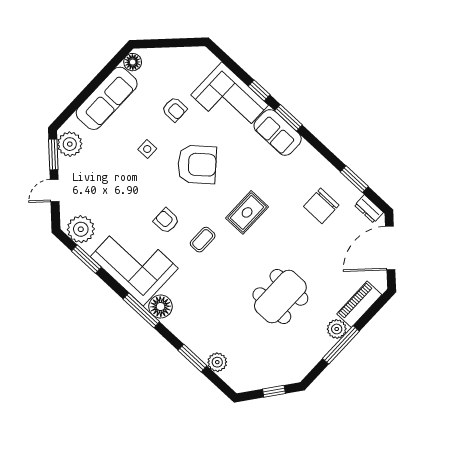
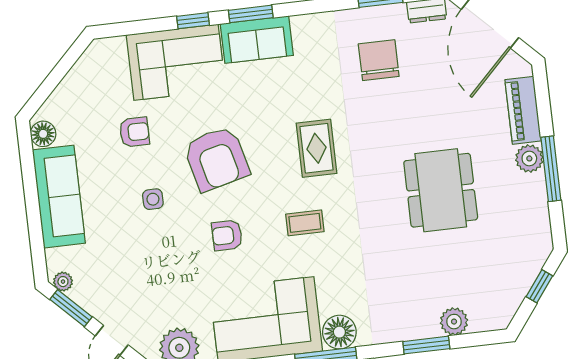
plant: (70, 144) -> (63, 282), width x0.53, depth x0.53
armchair: (197, 164) -> (217, 159), turned 116
chair: (321, 206) -> (379, 60), turned 180
armchair: (166, 221) -> (227, 235), moved
coffee table: (203, 240) -> (305, 223), turned 90

